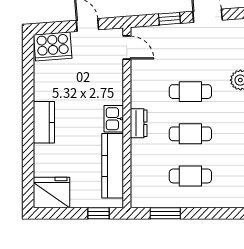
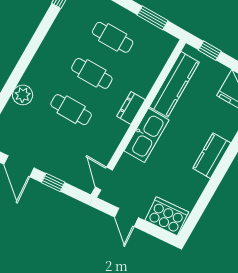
kitchen sink: (114, 119) -> (146, 135), width x1.87, depth x1.24

